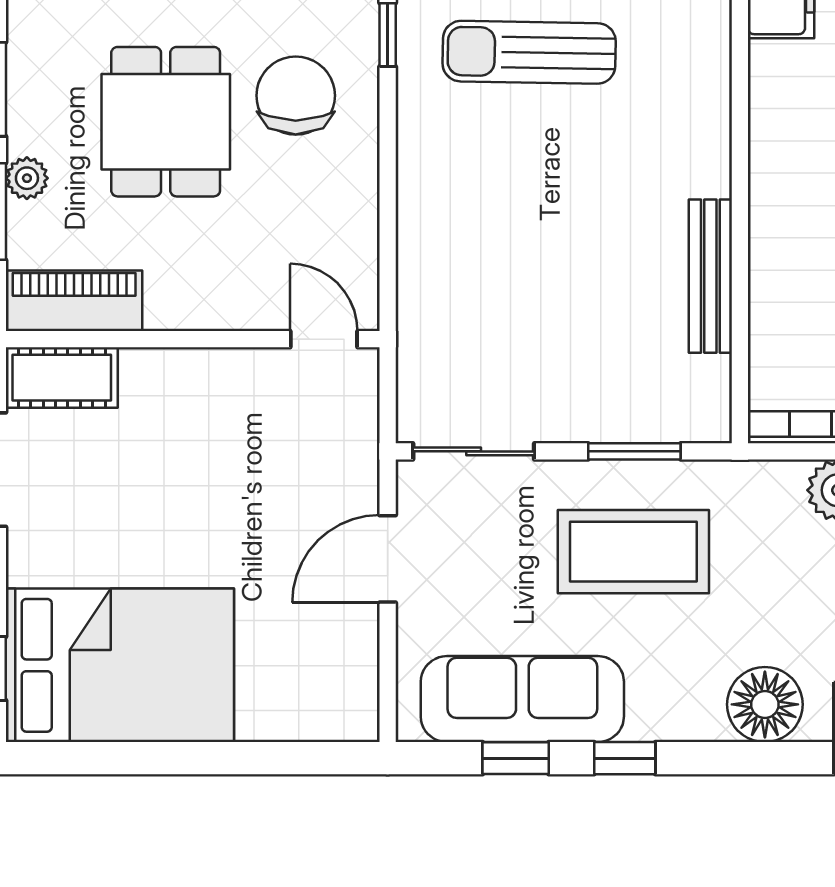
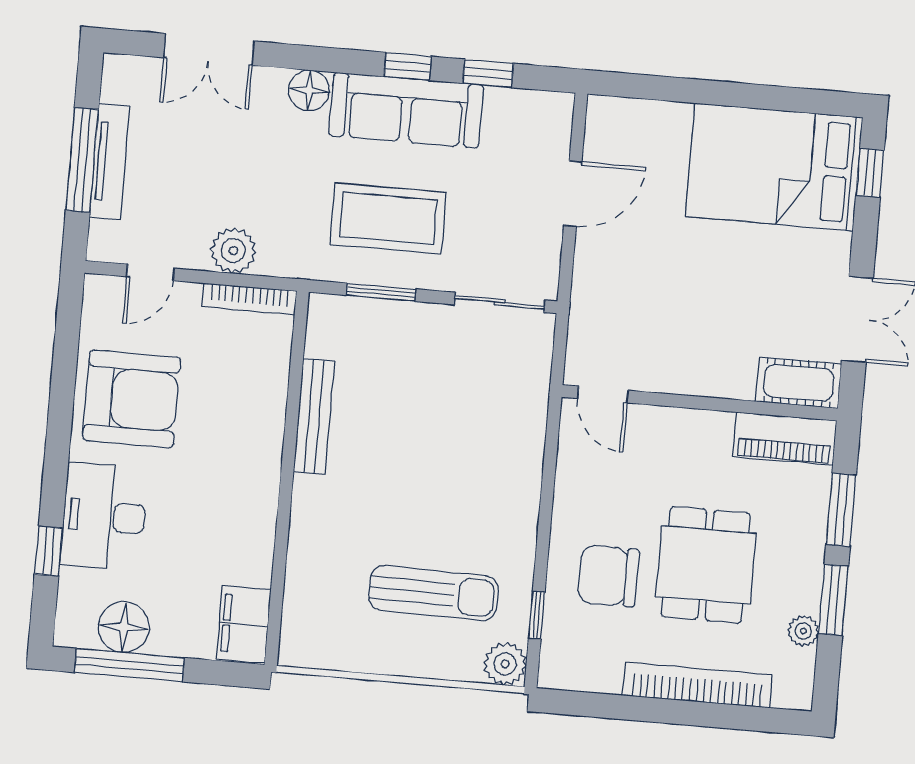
chair: (296, 96) -> (608, 576), turned 90
plant: (27, 178) -> (803, 631), moved
door: (388, 559) -> (573, 194), moved
sofa: (522, 699) -> (406, 110), moved
floor lamp: (765, 704) -> (309, 90), width x0.73, depth x0.73

